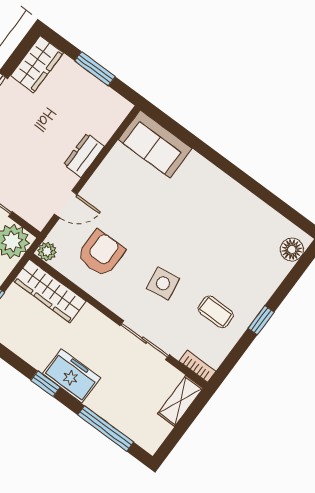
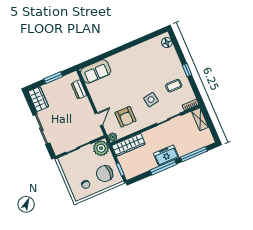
dresser: (84, 155) -> (79, 89), moved
armchair: (101, 253) -> (126, 117), turned 180
window: (45, 384) -> (163, 167), width x2.17

